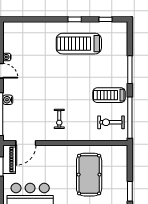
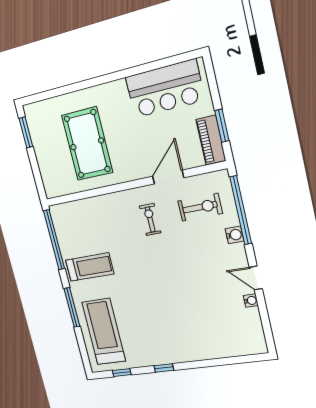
treadmill: (79, 44) -> (104, 332), moved, turned -90
exercise bike: (111, 122) -> (200, 207), moved
door: (26, 143) -> (168, 177), moved

